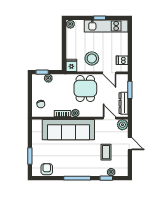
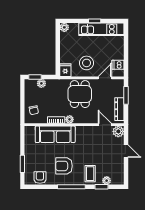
door: (109, 73) -> (105, 78), swing flipped
sofa: (68, 130) -> (55, 134), width x0.74, depth x0.79
coffee table: (106, 152) -> (90, 174), moved
armchair: (70, 158) -> (64, 166), added

